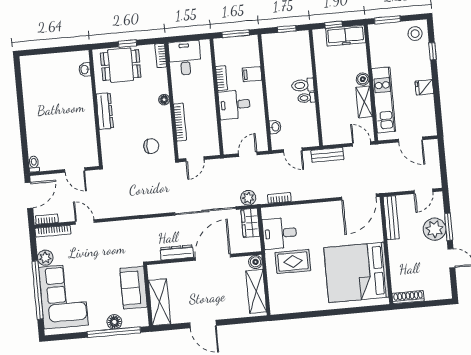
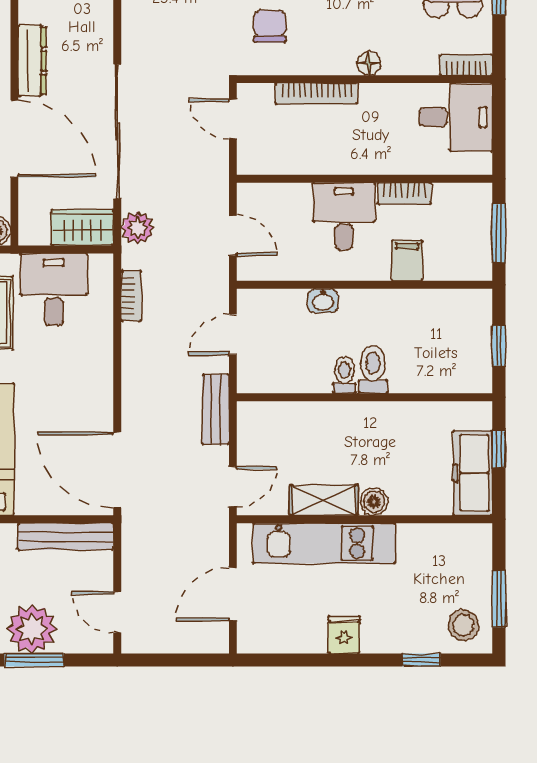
window: (387, 20) -> (499, 599), moved
washbasin: (275, 127) -> (323, 301), moved
chair: (151, 146) -> (270, 26), turned 180

